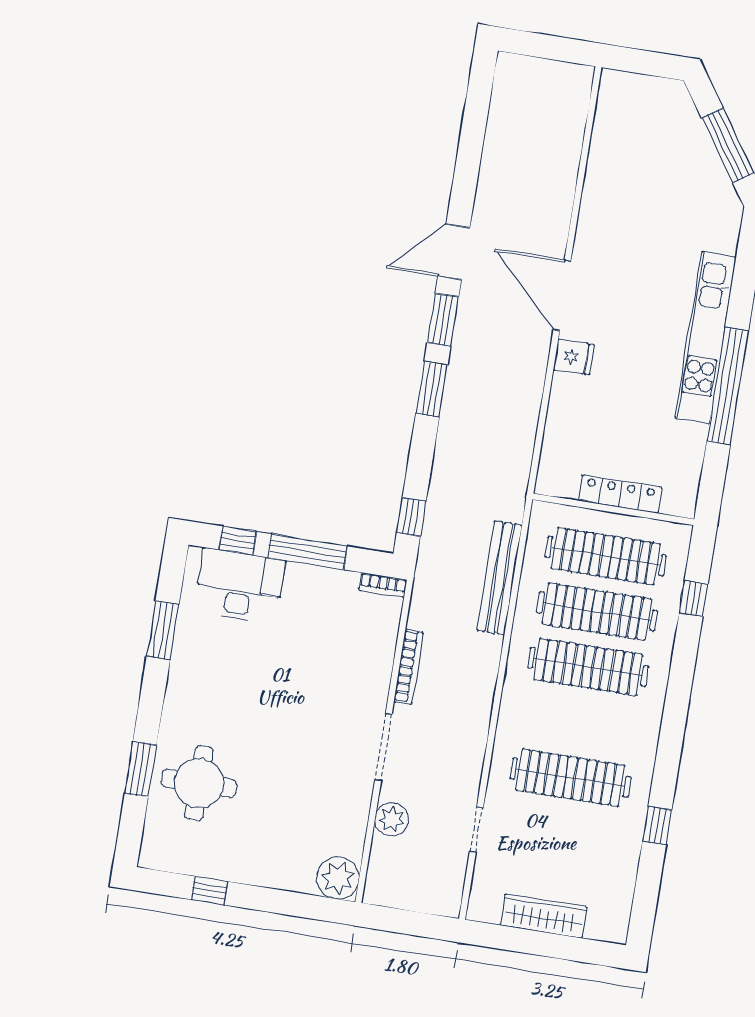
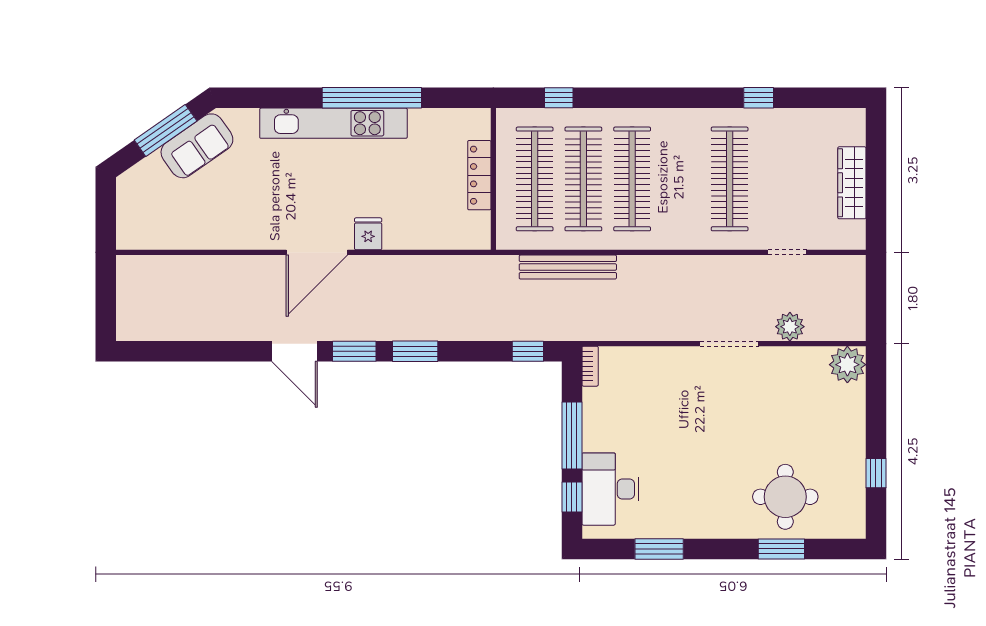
sofa: (705, 178) -> (197, 146), added
bookcase: (409, 667) -> (657, 333), removed

